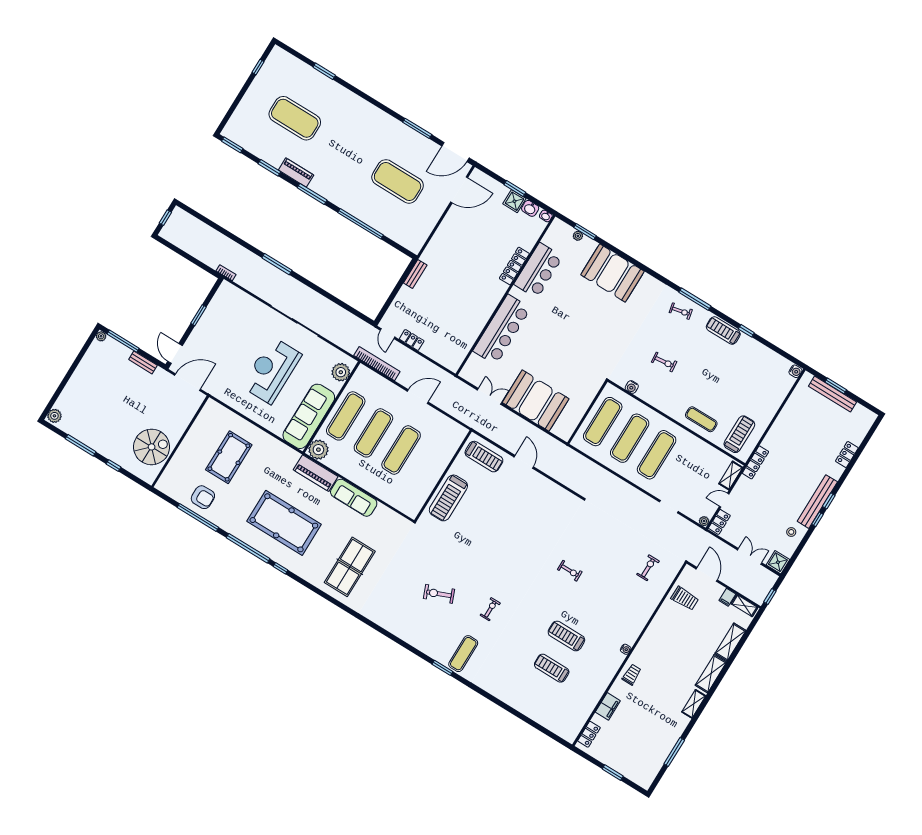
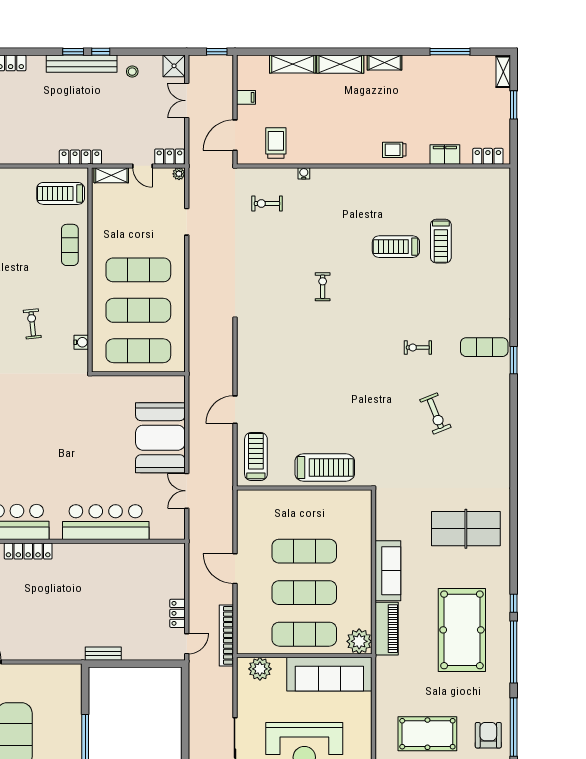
shelving: (744, 606) -> (503, 72), moved
treadmill: (566, 636) -> (396, 247), turned 90
water cooler: (626, 649) -> (304, 173), moved

